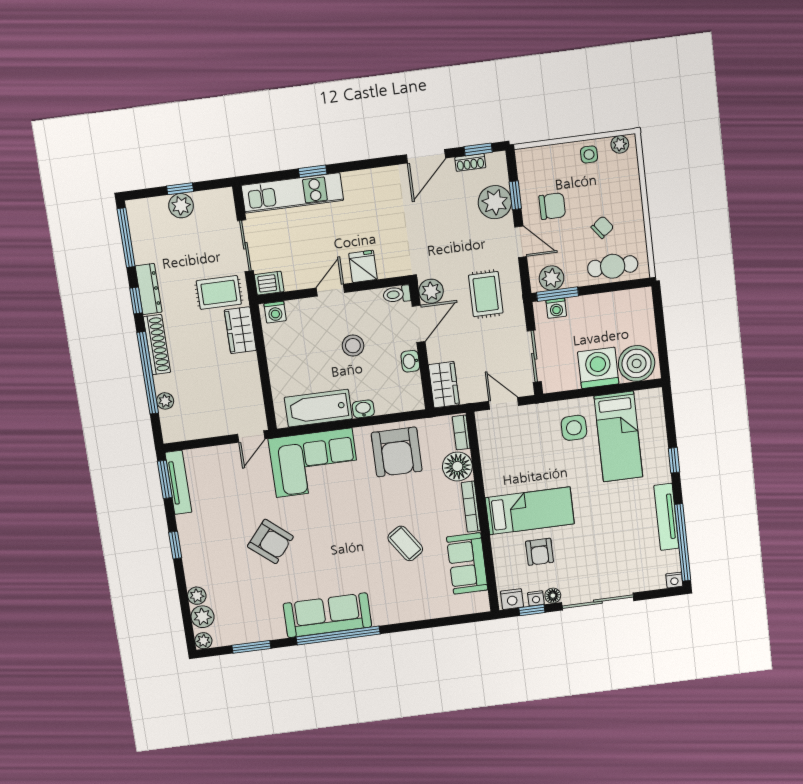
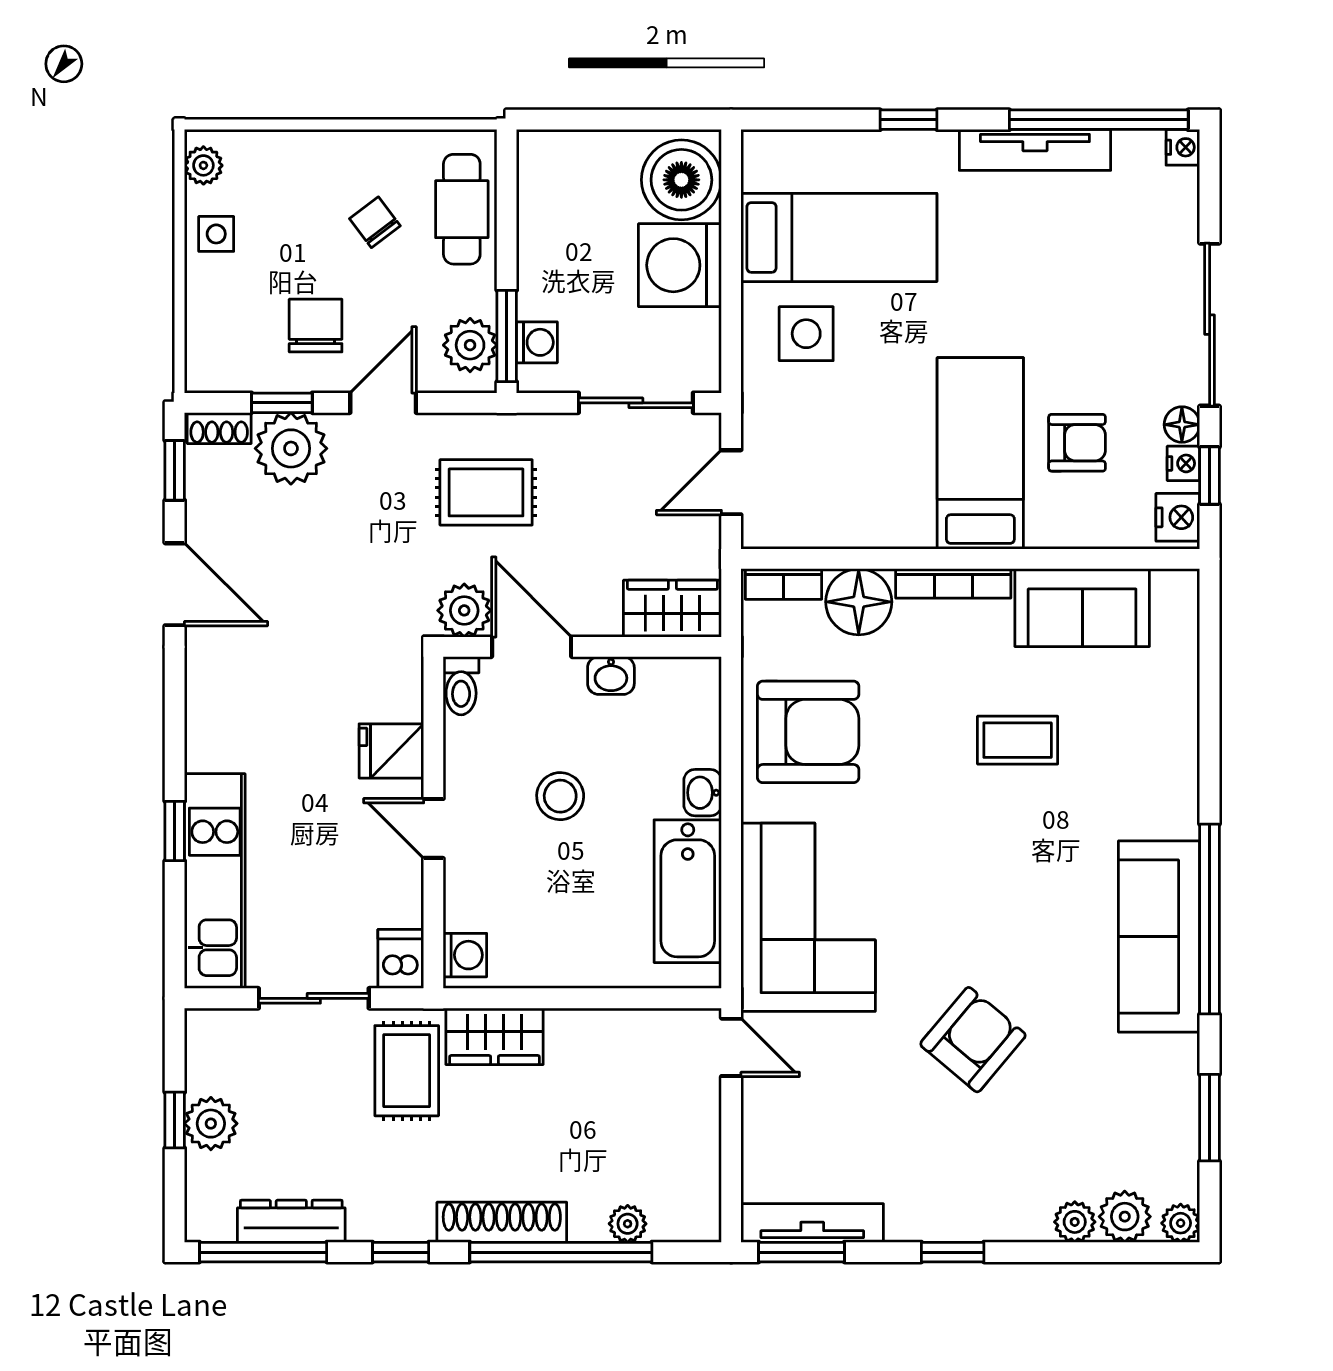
shoe rack: (470, 162) -> (219, 428), moved, turned 90
dresser: (149, 289) -> (291, 1221), moved
coffee table: (405, 543) -> (1018, 740), turned 34

